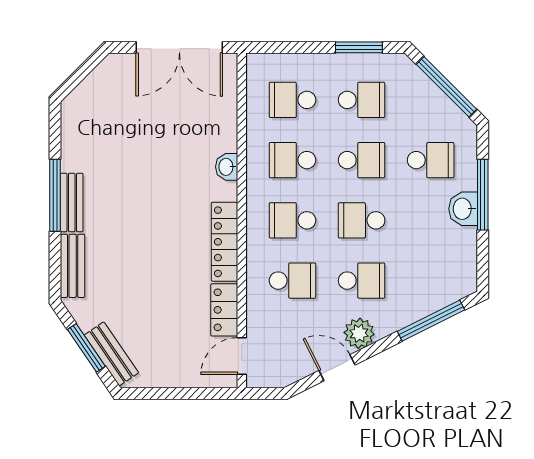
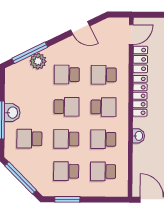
school desk: (292, 100) -> (103, 171), turned 180
school desk: (292, 160) -> (103, 139), turned 180
plant: (359, 333) -> (38, 61), moved

